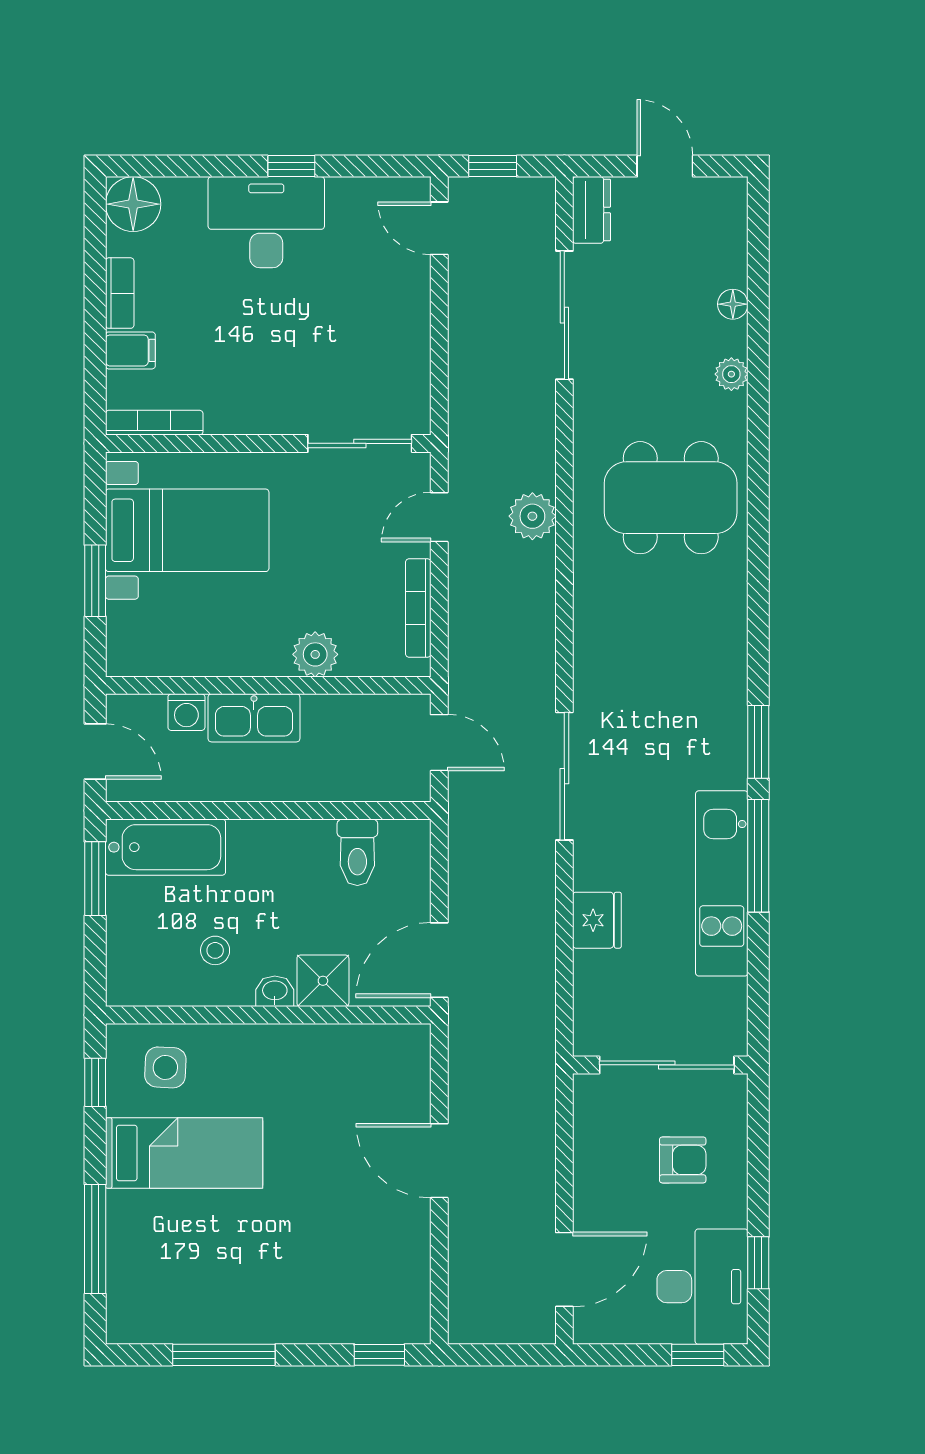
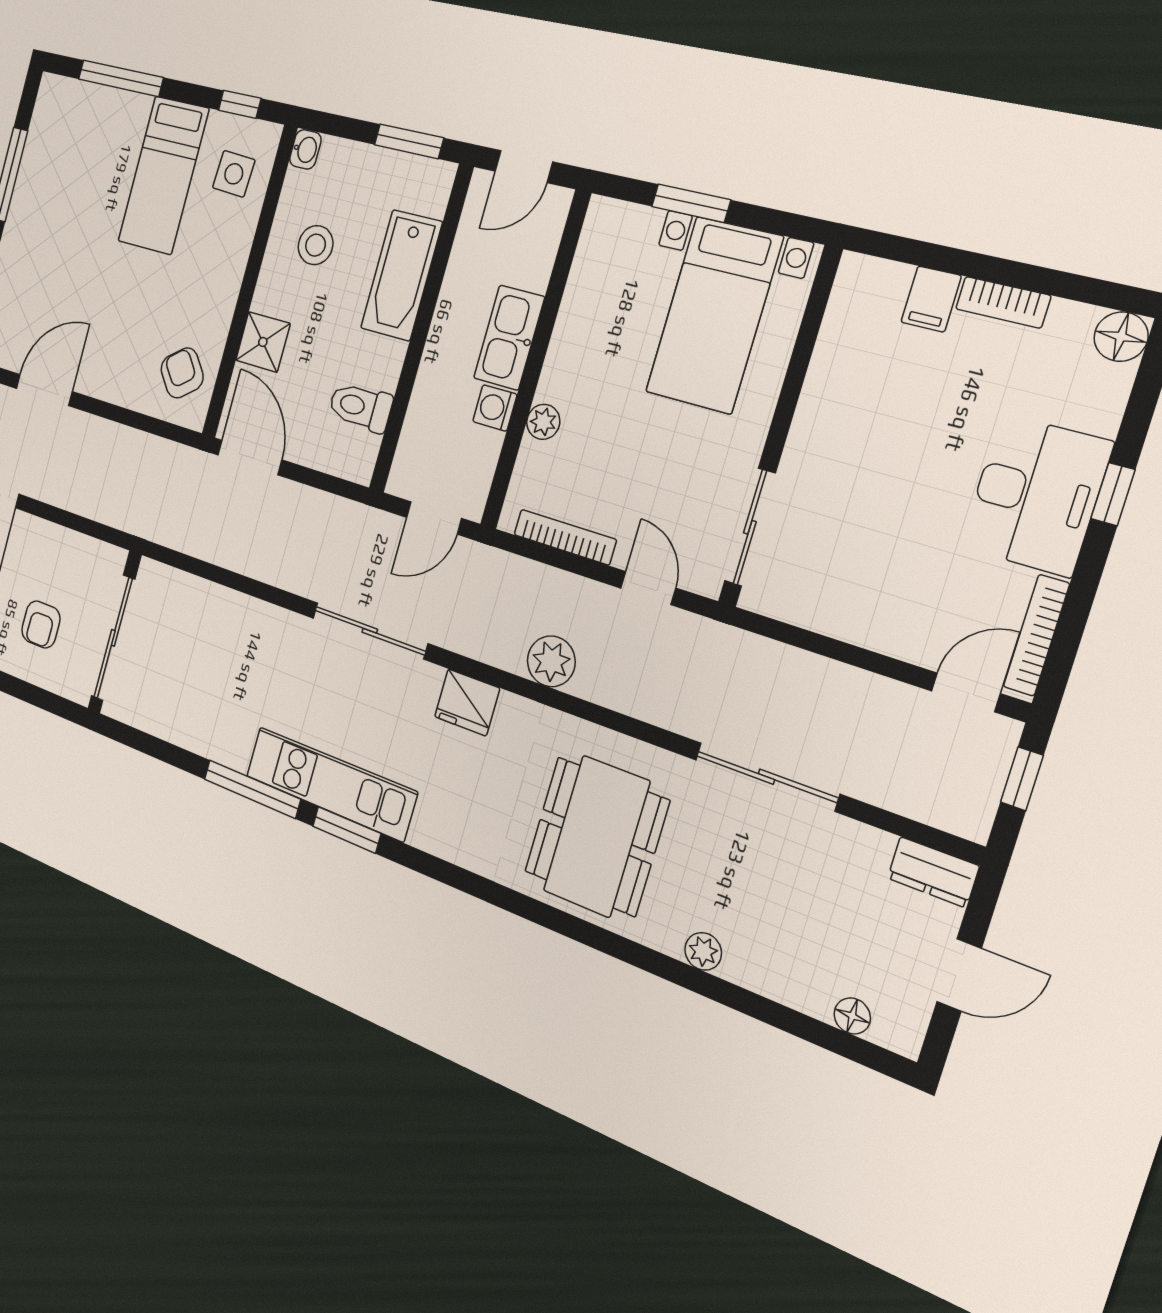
window: (291, 166) -> (1113, 494), moved
floor lamp: (133, 204) -> (1121, 337), width x0.73, depth x0.73
floor lamp: (733, 304) -> (852, 1016), moved
sliding door: (564, 315) -> (766, 777), moved
bookcase: (154, 423) -> (1036, 635), moved, turned 180
plant: (532, 516) -> (551, 661), moved
plant: (315, 654) -> (543, 422), width x0.73, depth x0.73
washing machine: (186, 712) -> (495, 408), moved
bathtub: (165, 847) -> (401, 275), moved
kitchen unit: (722, 883) -> (331, 784), moved
fridge: (597, 920) -> (467, 702), moved
stool: (215, 950) -> (316, 245), width x1.37, depth x1.37
washbasin: (275, 991) -> (305, 149), moved
armchair: (377, 1066) -> (182, 373), added
door: (439, 1161) -> (44, 390), moved

